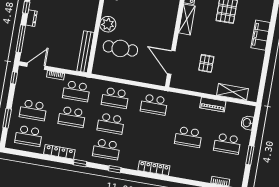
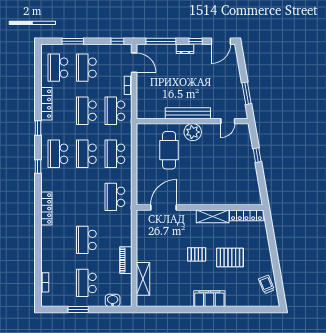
bench: (86, 52) -> (188, 113), moved
pallet: (206, 63) -> (197, 254), moved

